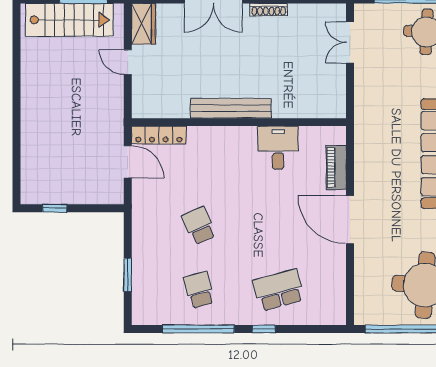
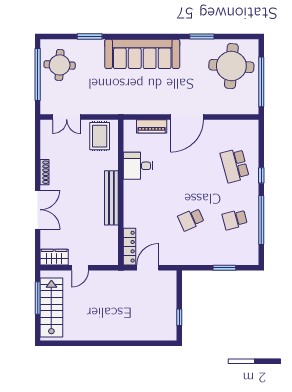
rug: (322, 91) -> (100, 136), added

